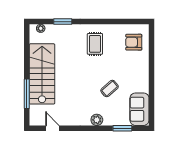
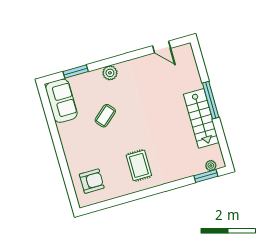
window: (63, 22) -> (206, 176), moved
stairs: (42, 74) -> (201, 118), width x0.73, depth x0.66
window: (27, 94) -> (211, 100), moved

